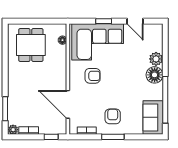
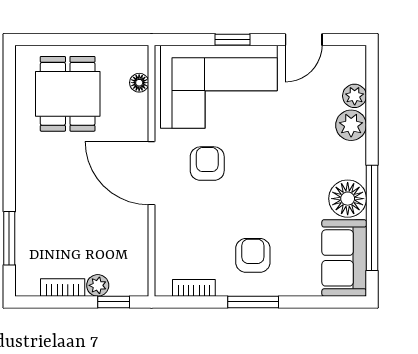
door: (135, 21) -> (304, 40), hinge flipped
plant: (158, 46) -> (355, 96), added
floor lamp: (155, 75) -> (348, 199), moved
armchair: (93, 76) -> (207, 164), turned -90
door: (68, 104) -> (151, 173), moved
plant: (13, 130) -> (98, 285), moved

